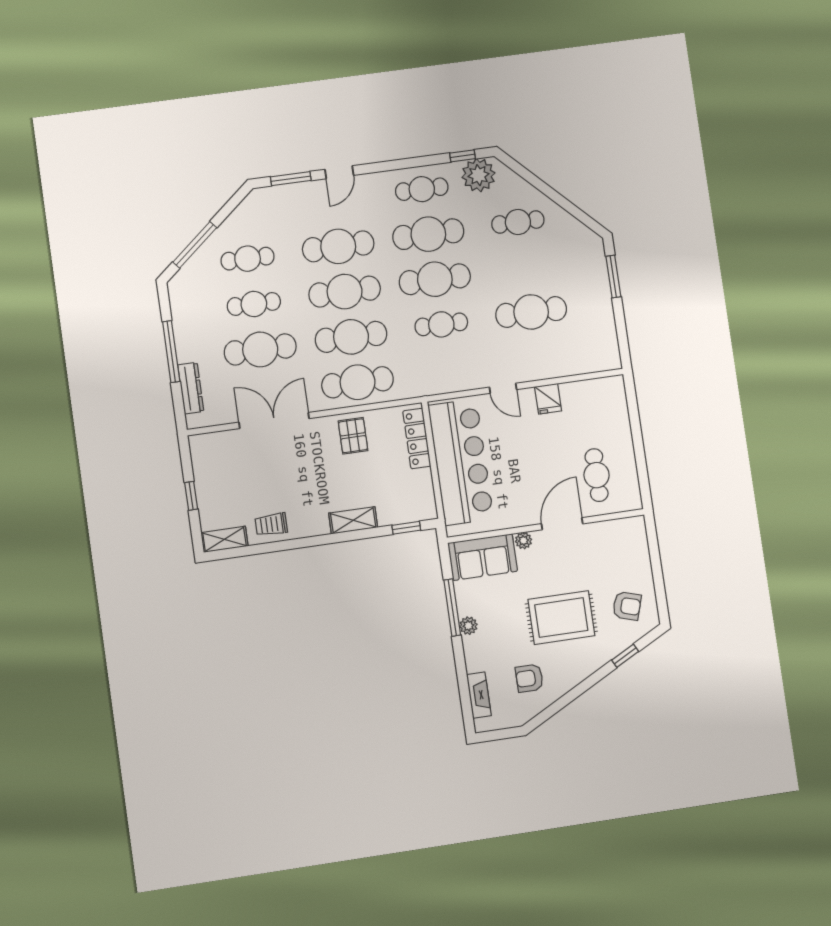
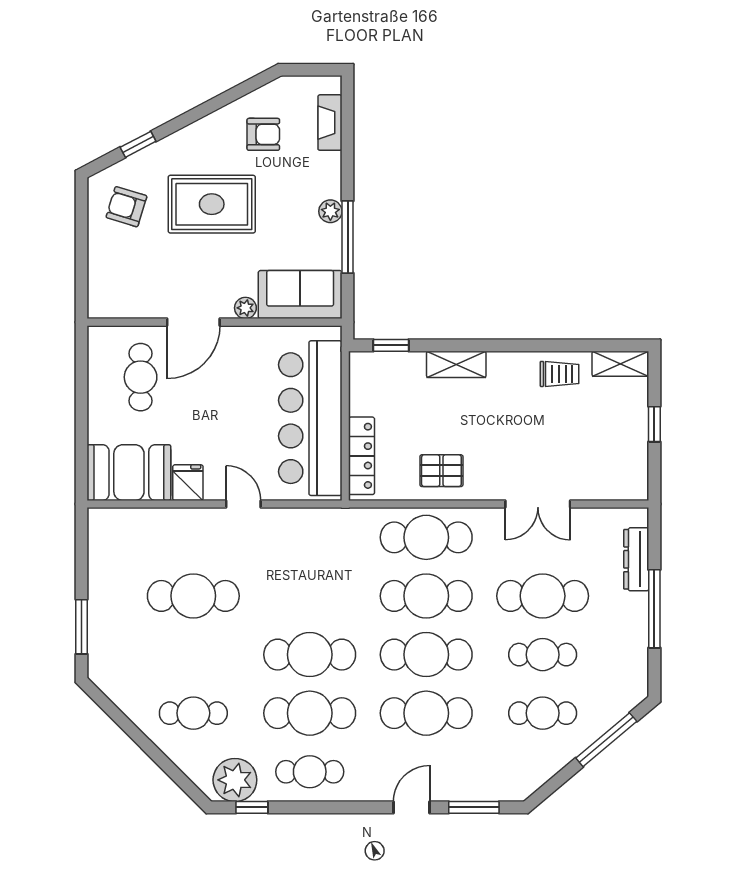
cafe table: (441, 324) -> (310, 596), removed
booth: (595, 400) -> (129, 473), added
double door: (274, 420) -> (538, 504), width x0.73
pallet: (353, 436) -> (441, 471), turned 90

